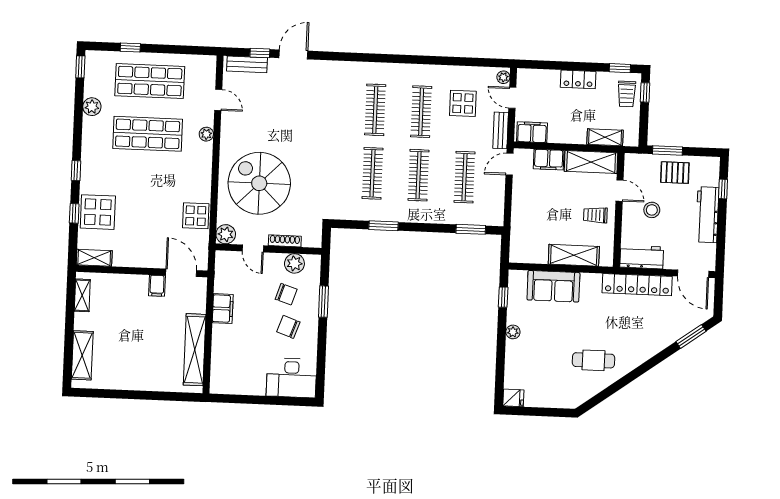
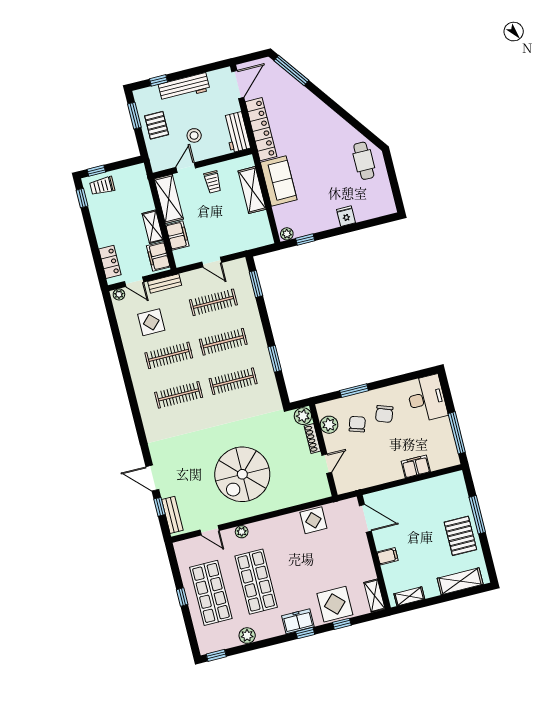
window: (130, 48) -> (182, 597), moved
locker: (578, 79) -> (110, 262), moved
trolley: (627, 94) -> (102, 186), turned 180
door: (512, 98) -> (134, 282), hinge flipped
door: (218, 100) -> (210, 530), swing flipped
shelving: (605, 137) -> (153, 227), moved
window: (667, 150) -> (134, 116), moved
door: (510, 164) -> (212, 262), moved
freezer: (91, 166) -> (298, 621), added
spiral stairs: (259, 183) -> (242, 474), moved
plant: (226, 234) -> (303, 416), moved
door: (181, 273) -> (365, 518), swing flipped
filing cabinet: (157, 286) -> (388, 556), moved
sofa: (553, 286) -> (279, 181), moved
filing cabinet: (223, 309) -> (416, 466), moved
plant: (513, 332) -> (287, 234), moved
window: (691, 336) -> (291, 71), width x1.44
shelving: (195, 350) -> (427, 488), removed
cafe table: (593, 360) -> (364, 161), moved
pallet: (132, 370) -> (460, 536), added
window: (149, 395) -> (477, 515), added
fridge: (513, 398) -> (346, 216), moved
window: (245, 399) -> (457, 433), added

